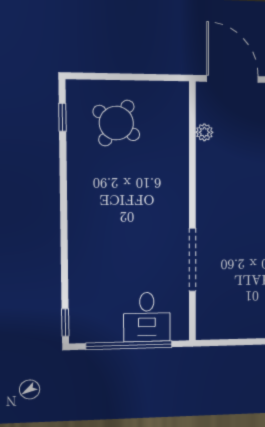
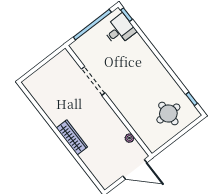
round table: (116, 123) -> (168, 113), turned -34
desk: (147, 317) -> (119, 30), moved, turned 90

